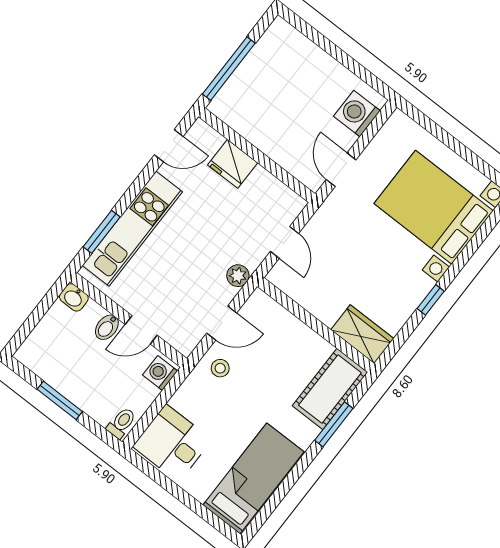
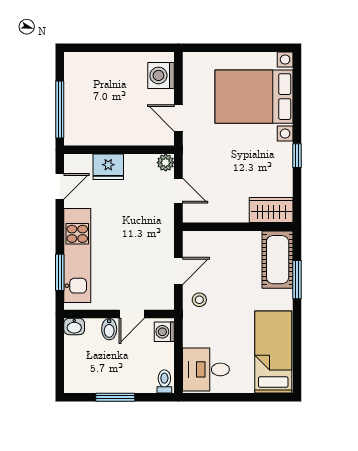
plant: (238, 276) -> (166, 163), moved

